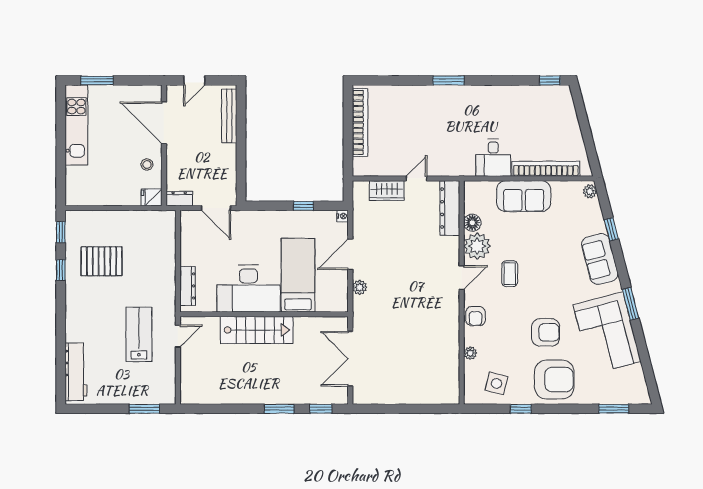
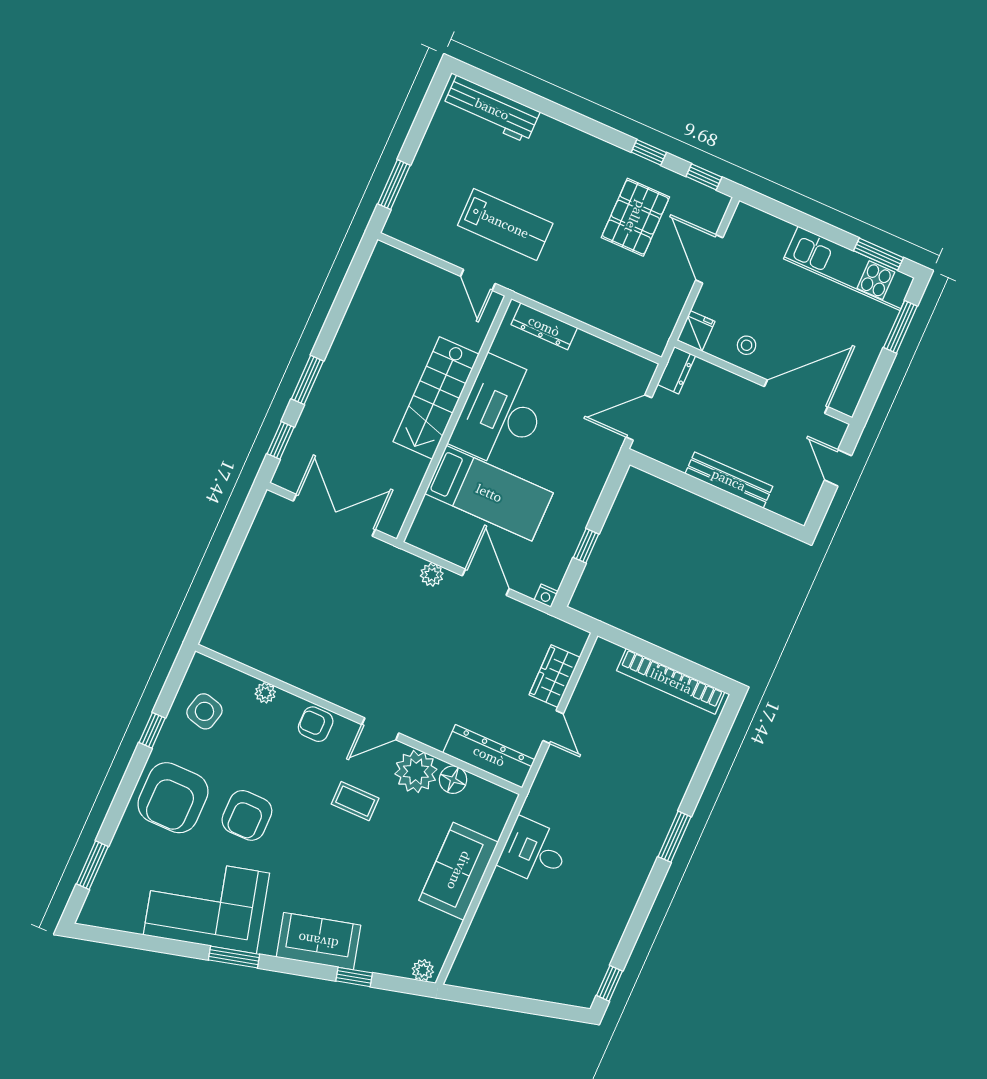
window: (61, 112) -> (878, 254), added
bench: (229, 116) -> (729, 480), moved
bookcase: (546, 169) -> (484, 921), removed
door: (107, 208) -> (709, 259), added
door: (462, 278) -> (380, 729), hinge flipped

